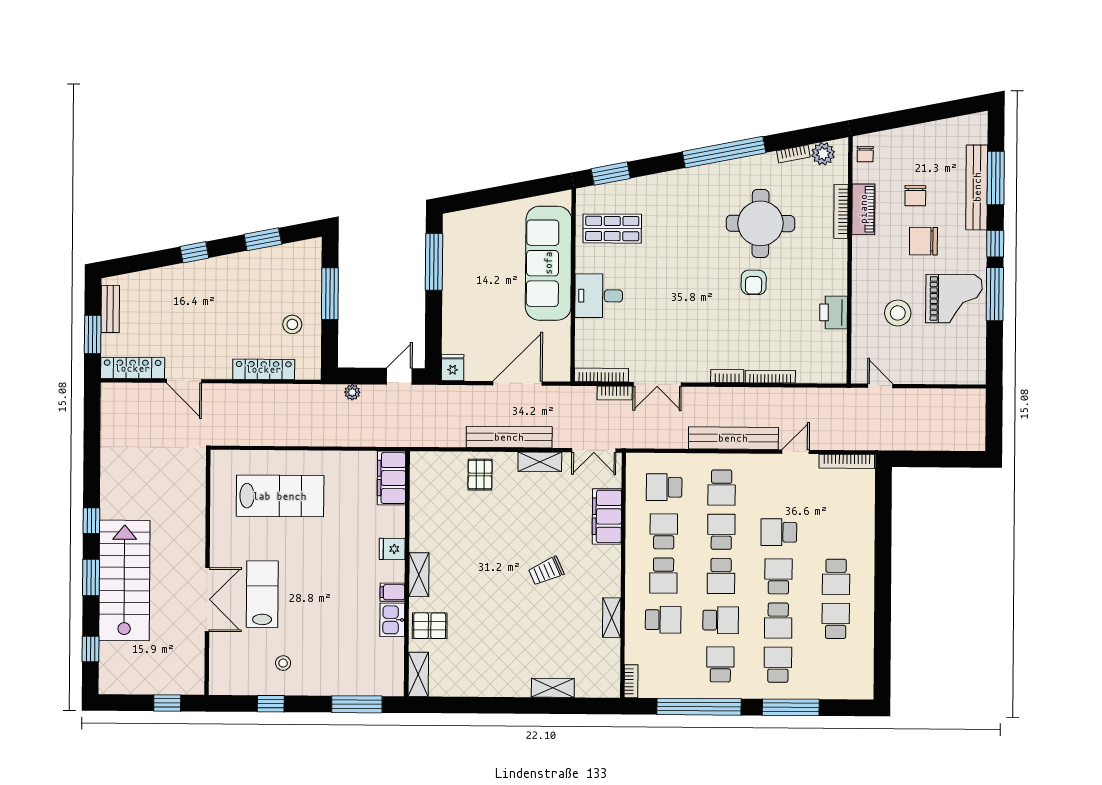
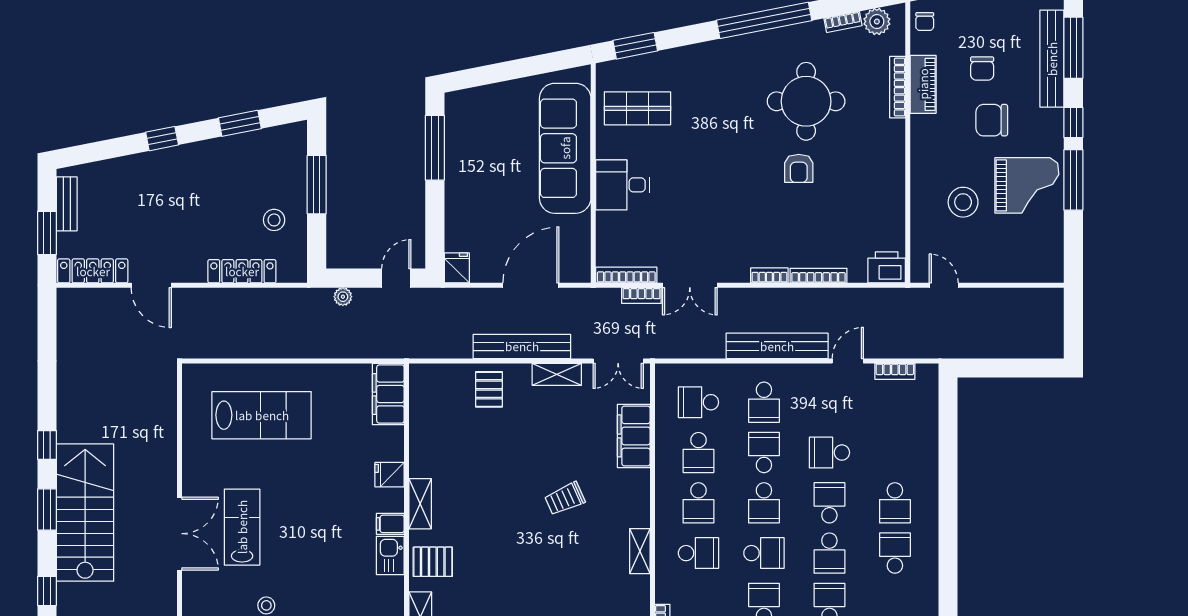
printer: (834, 312) -> (887, 267), moved, turned 90
bookcase: (847, 461) -> (895, 371), width x0.64
school desk: (664, 531) -> (698, 453), turned 180

